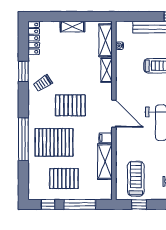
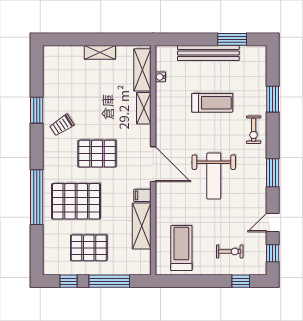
locker: (34, 38) -> (50, 67), removed
window: (139, 204) -> (185, 281), removed

